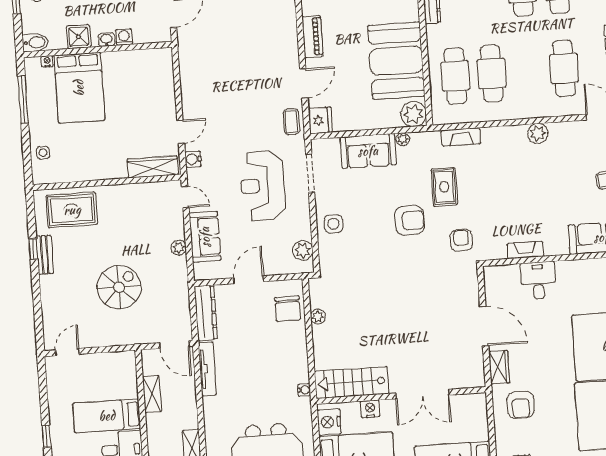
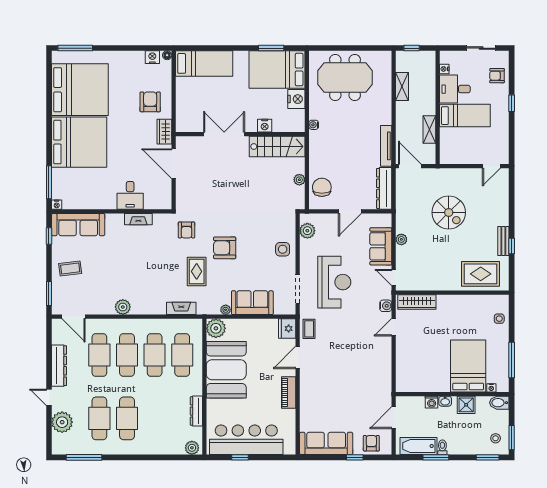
cafe table: (528, 71) -> (127, 355), added
spiral stairs: (119, 287) -> (449, 212), turned -90
stairs: (352, 383) -> (277, 147), moved
double door: (422, 394) -> (224, 134), moved
wall: (401, 396) -> (240, 134), moved
nightstand: (370, 409) -> (265, 126), moved

